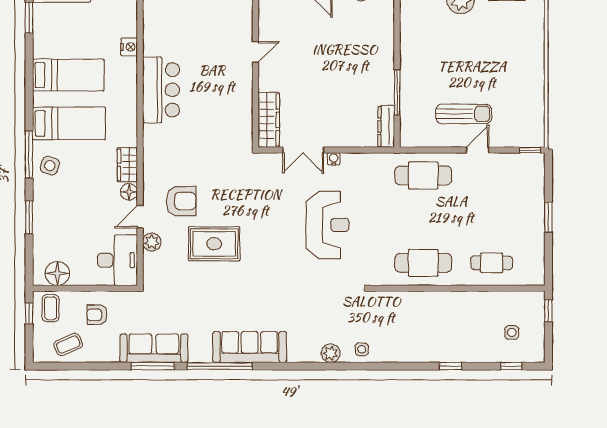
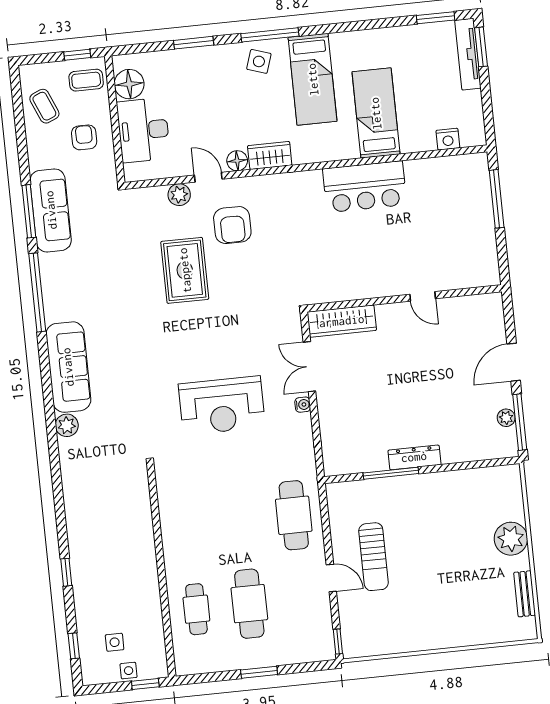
nightstand: (129, 47) -> (448, 139), moved
bed: (68, 75) -> (376, 113), moved, turned 180
dresser: (386, 126) -> (414, 457), moved
desk: (118, 260) -> (143, 130), moved, turned 90
cafe table: (423, 263) -> (249, 604), moved
sofa: (250, 347) -> (68, 367), moved
side table: (362, 349) -> (129, 671), moved

